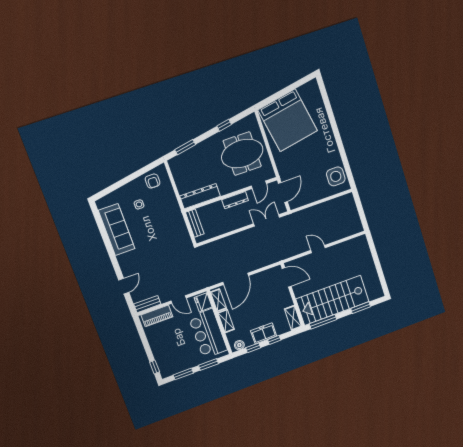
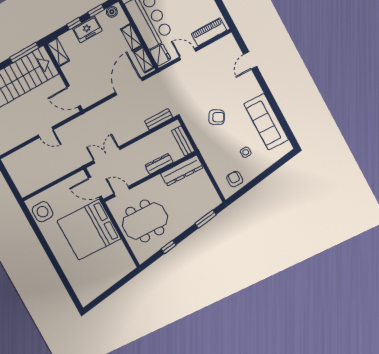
bed: (288, 120) -> (89, 230), moved, turned -80
door: (259, 185) -> (122, 191), hinge flipped
door: (283, 192) -> (95, 187), hinge flipped
dresser: (235, 200) -> (159, 164), moved
double door: (267, 220) -> (107, 155), swing flipped
armchair: (161, 240) -> (217, 117), added
bench: (147, 304) -> (159, 119), moved

